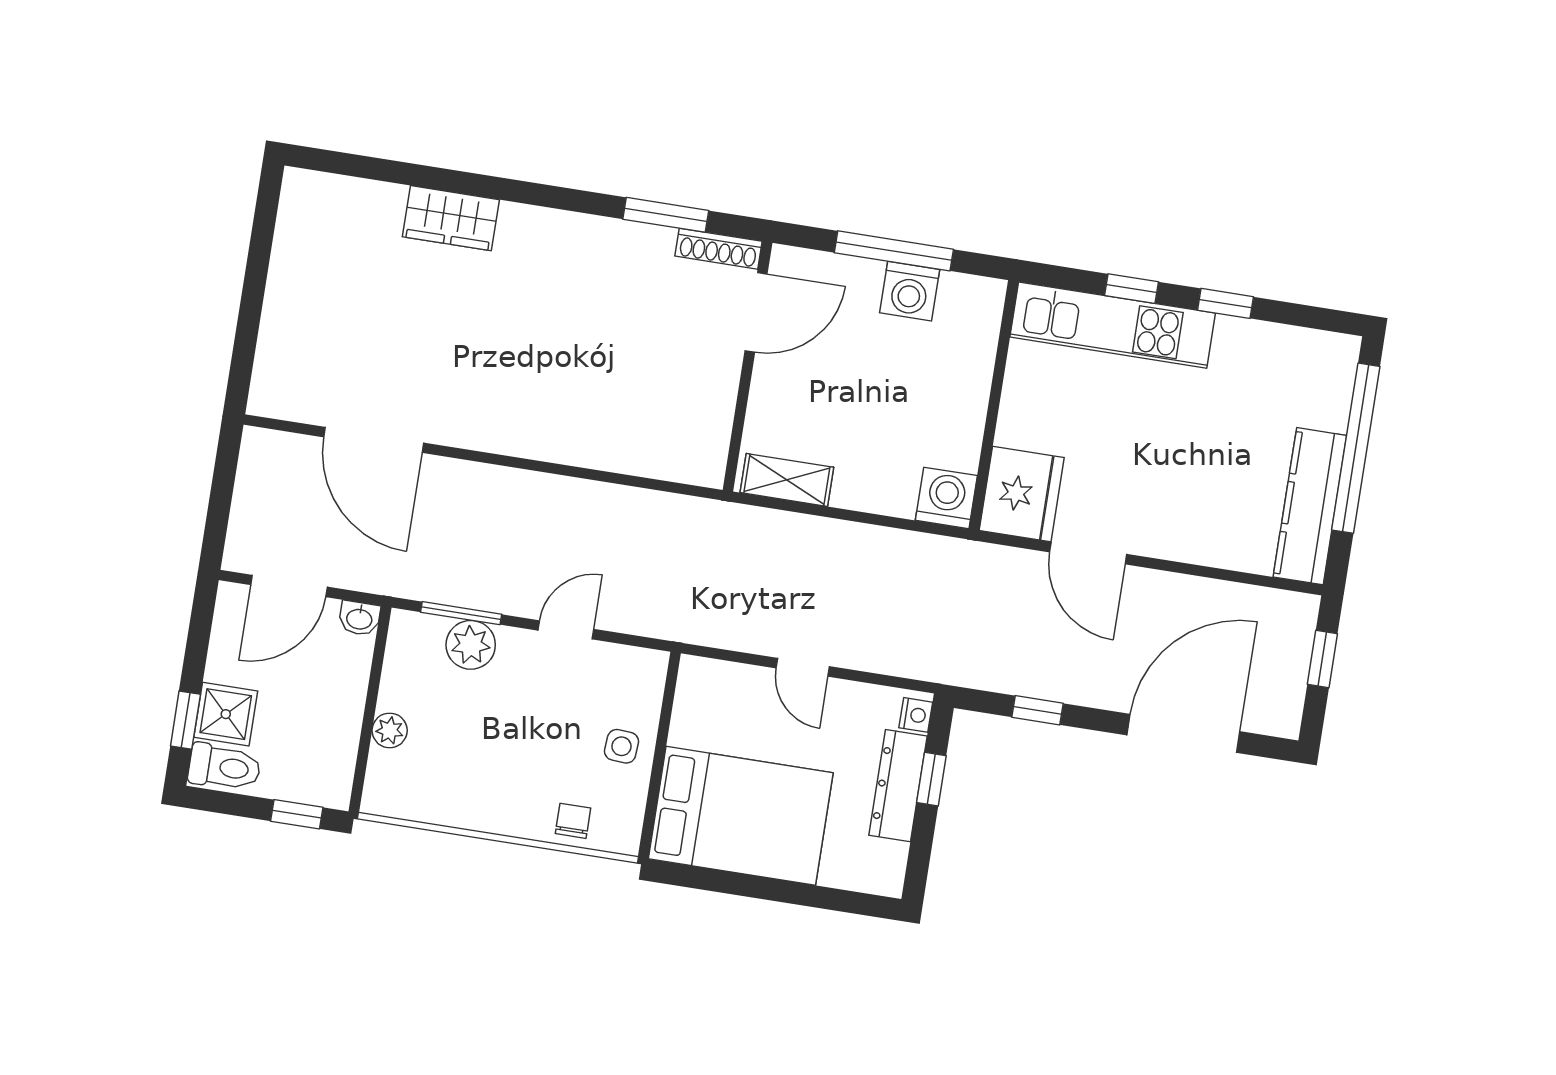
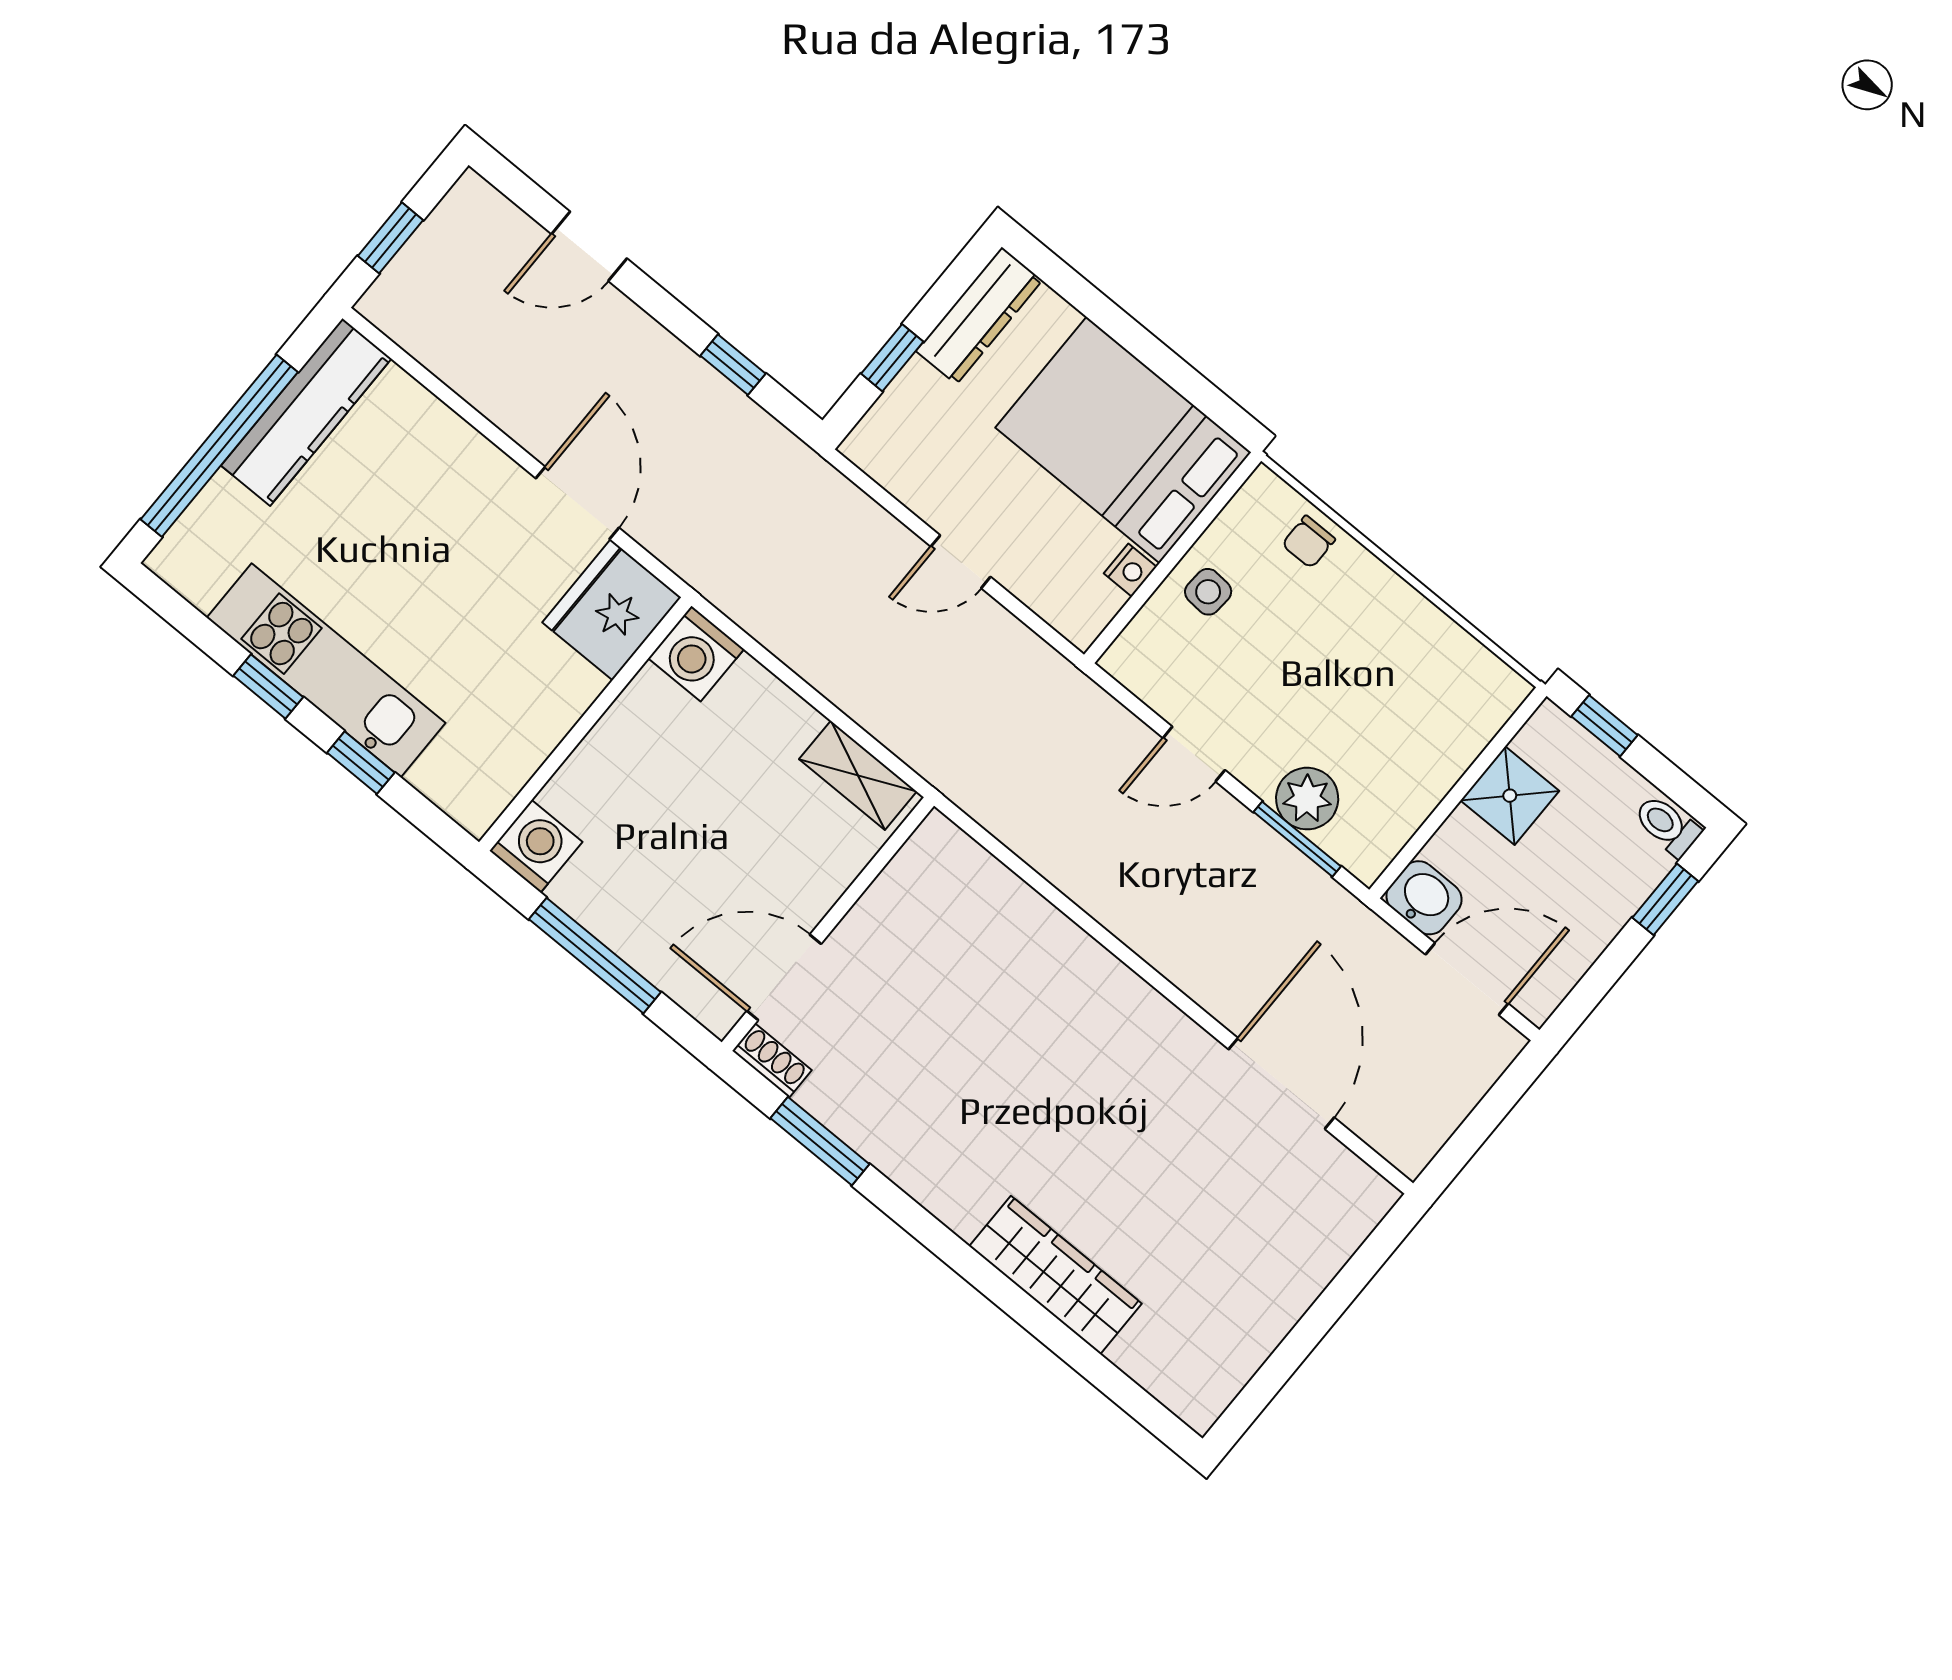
wardrobe: (451, 218) -> (1055, 1275), width x1.50
shoe rack: (718, 249) -> (772, 1060), width x0.70
washing machine: (910, 291) -> (536, 846), moved
kitchen unit: (1113, 325) -> (326, 670), moved
washbasin: (359, 618) -> (1424, 898), width x1.38, depth x1.45
door: (803, 667) -> (961, 562), swing flipped
shower: (226, 714) -> (1510, 796), moved
nightstand: (916, 715) -> (1130, 570), moved, turned 180
plant: (390, 730) -> (1450, 757), removed
door: (1183, 733) -> (589, 246), width x0.53
toilet: (224, 767) -> (1667, 826), width x0.73, depth x0.72
dresser: (898, 786) -> (979, 316), moved

